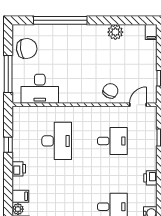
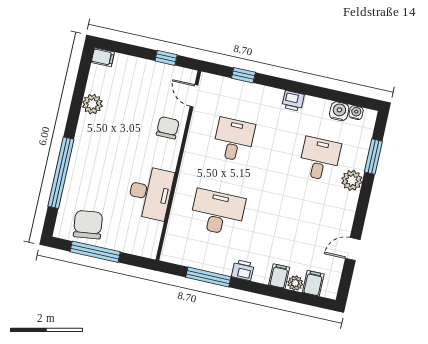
window: (8, 74) -> (95, 252), moved
desk: (40, 89) -> (150, 193), moved
chair: (110, 91) -> (168, 128), turned 64
window: (8, 145) -> (208, 277), width x2.17

